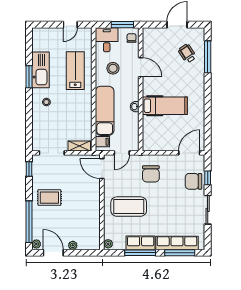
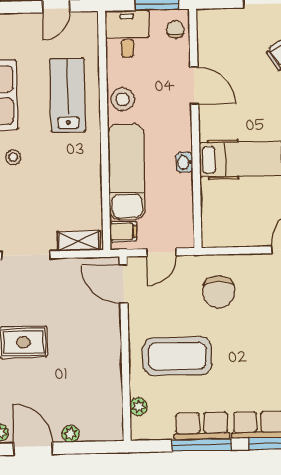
stool: (113, 68) -> (123, 99), moved
plant: (108, 244) -> (139, 407), moved

